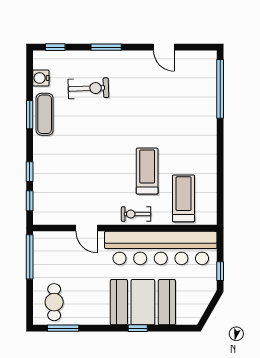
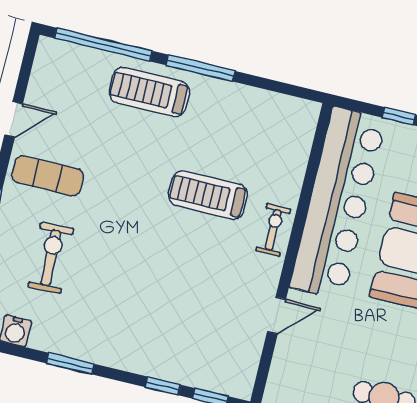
exercise mat: (45, 114) -> (48, 176), moved
window: (220, 149) -> (200, 68), added
treadmill: (183, 198) -> (149, 92), moved
exercise bike: (136, 214) -> (273, 230), turned 180

